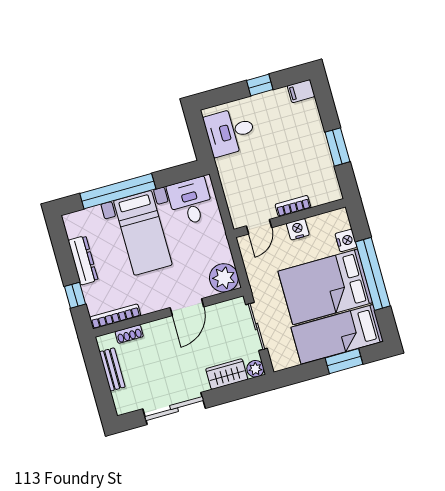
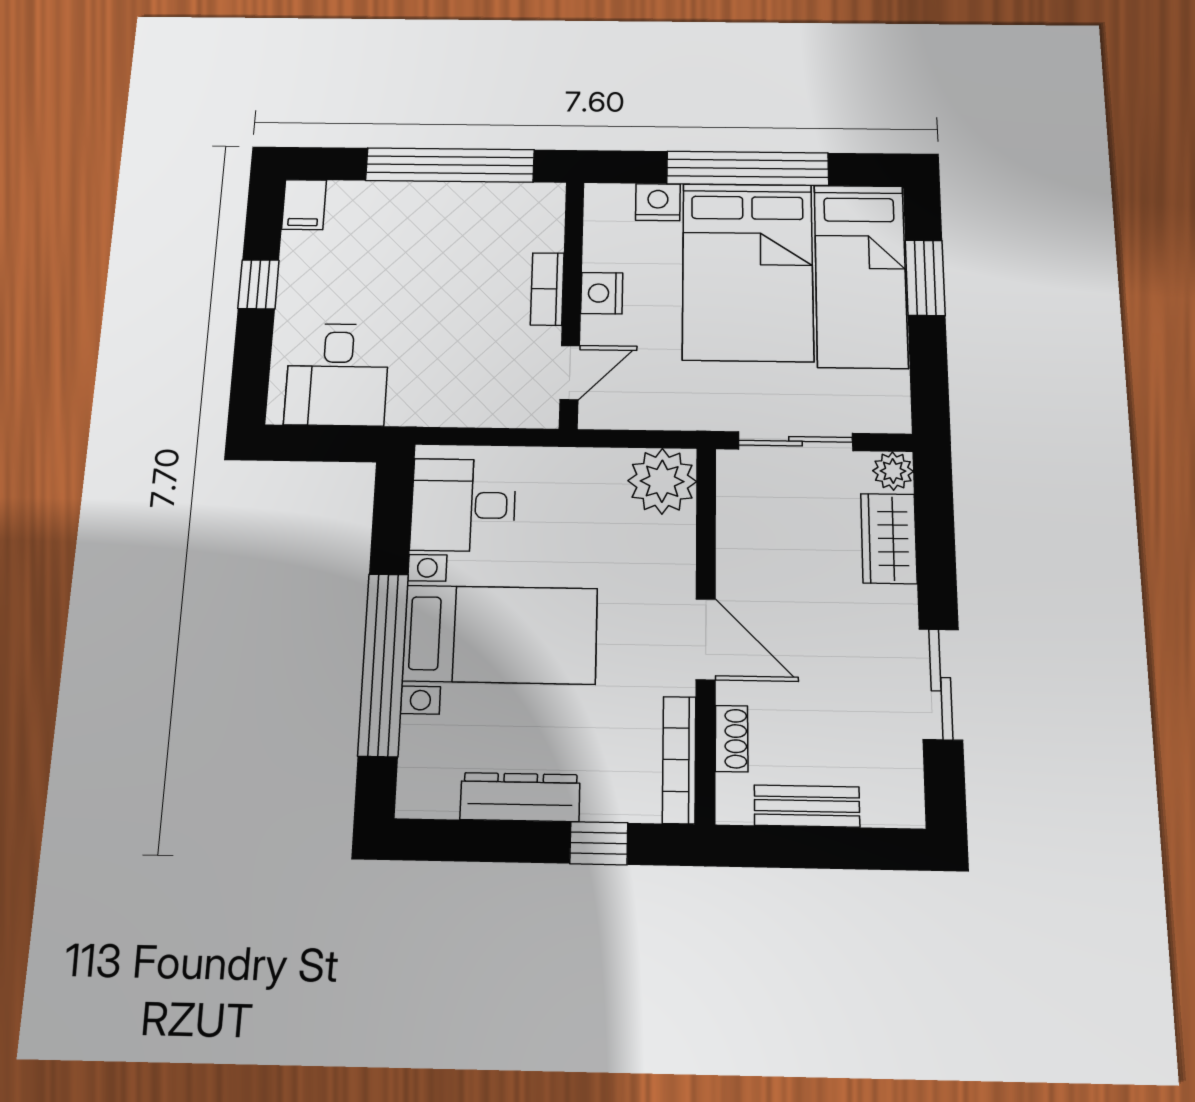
window: (337, 147) -> (450, 165), width x2.11
door: (259, 227) -> (570, 372), hinge flipped
door: (187, 307) -> (706, 639), moved
sliding door: (174, 409) -> (941, 684), width x0.73

